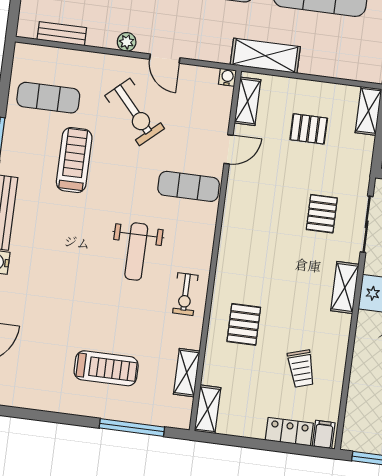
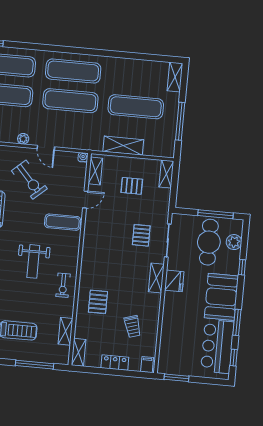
shelving: (265, 56) -> (123, 146), moved
locker: (289, 432) -> (115, 363), moved

